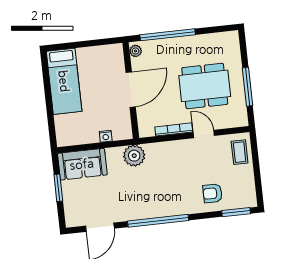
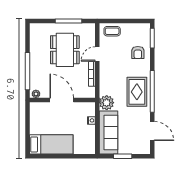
sofa: (82, 164) -> (108, 133), width x1.36
rug: (155, 198) -> (137, 92), added

